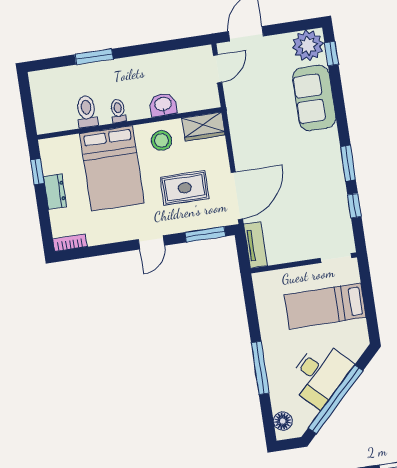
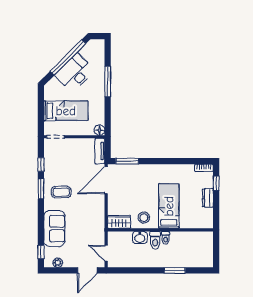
plant: (308, 46) -> (58, 263), width x0.53, depth x0.53
door: (218, 69) -> (106, 253), hinge flipped
toilet: (87, 111) -> (155, 240), moved
coffee table: (312, 163) -> (61, 192), added
bed: (112, 168) -> (169, 206), width x0.67
window: (37, 172) -> (216, 183), moved
rug: (185, 188) -> (135, 189), removed
door: (151, 242) -> (158, 161), removed
floor lamp: (283, 421) -> (99, 130), moved

